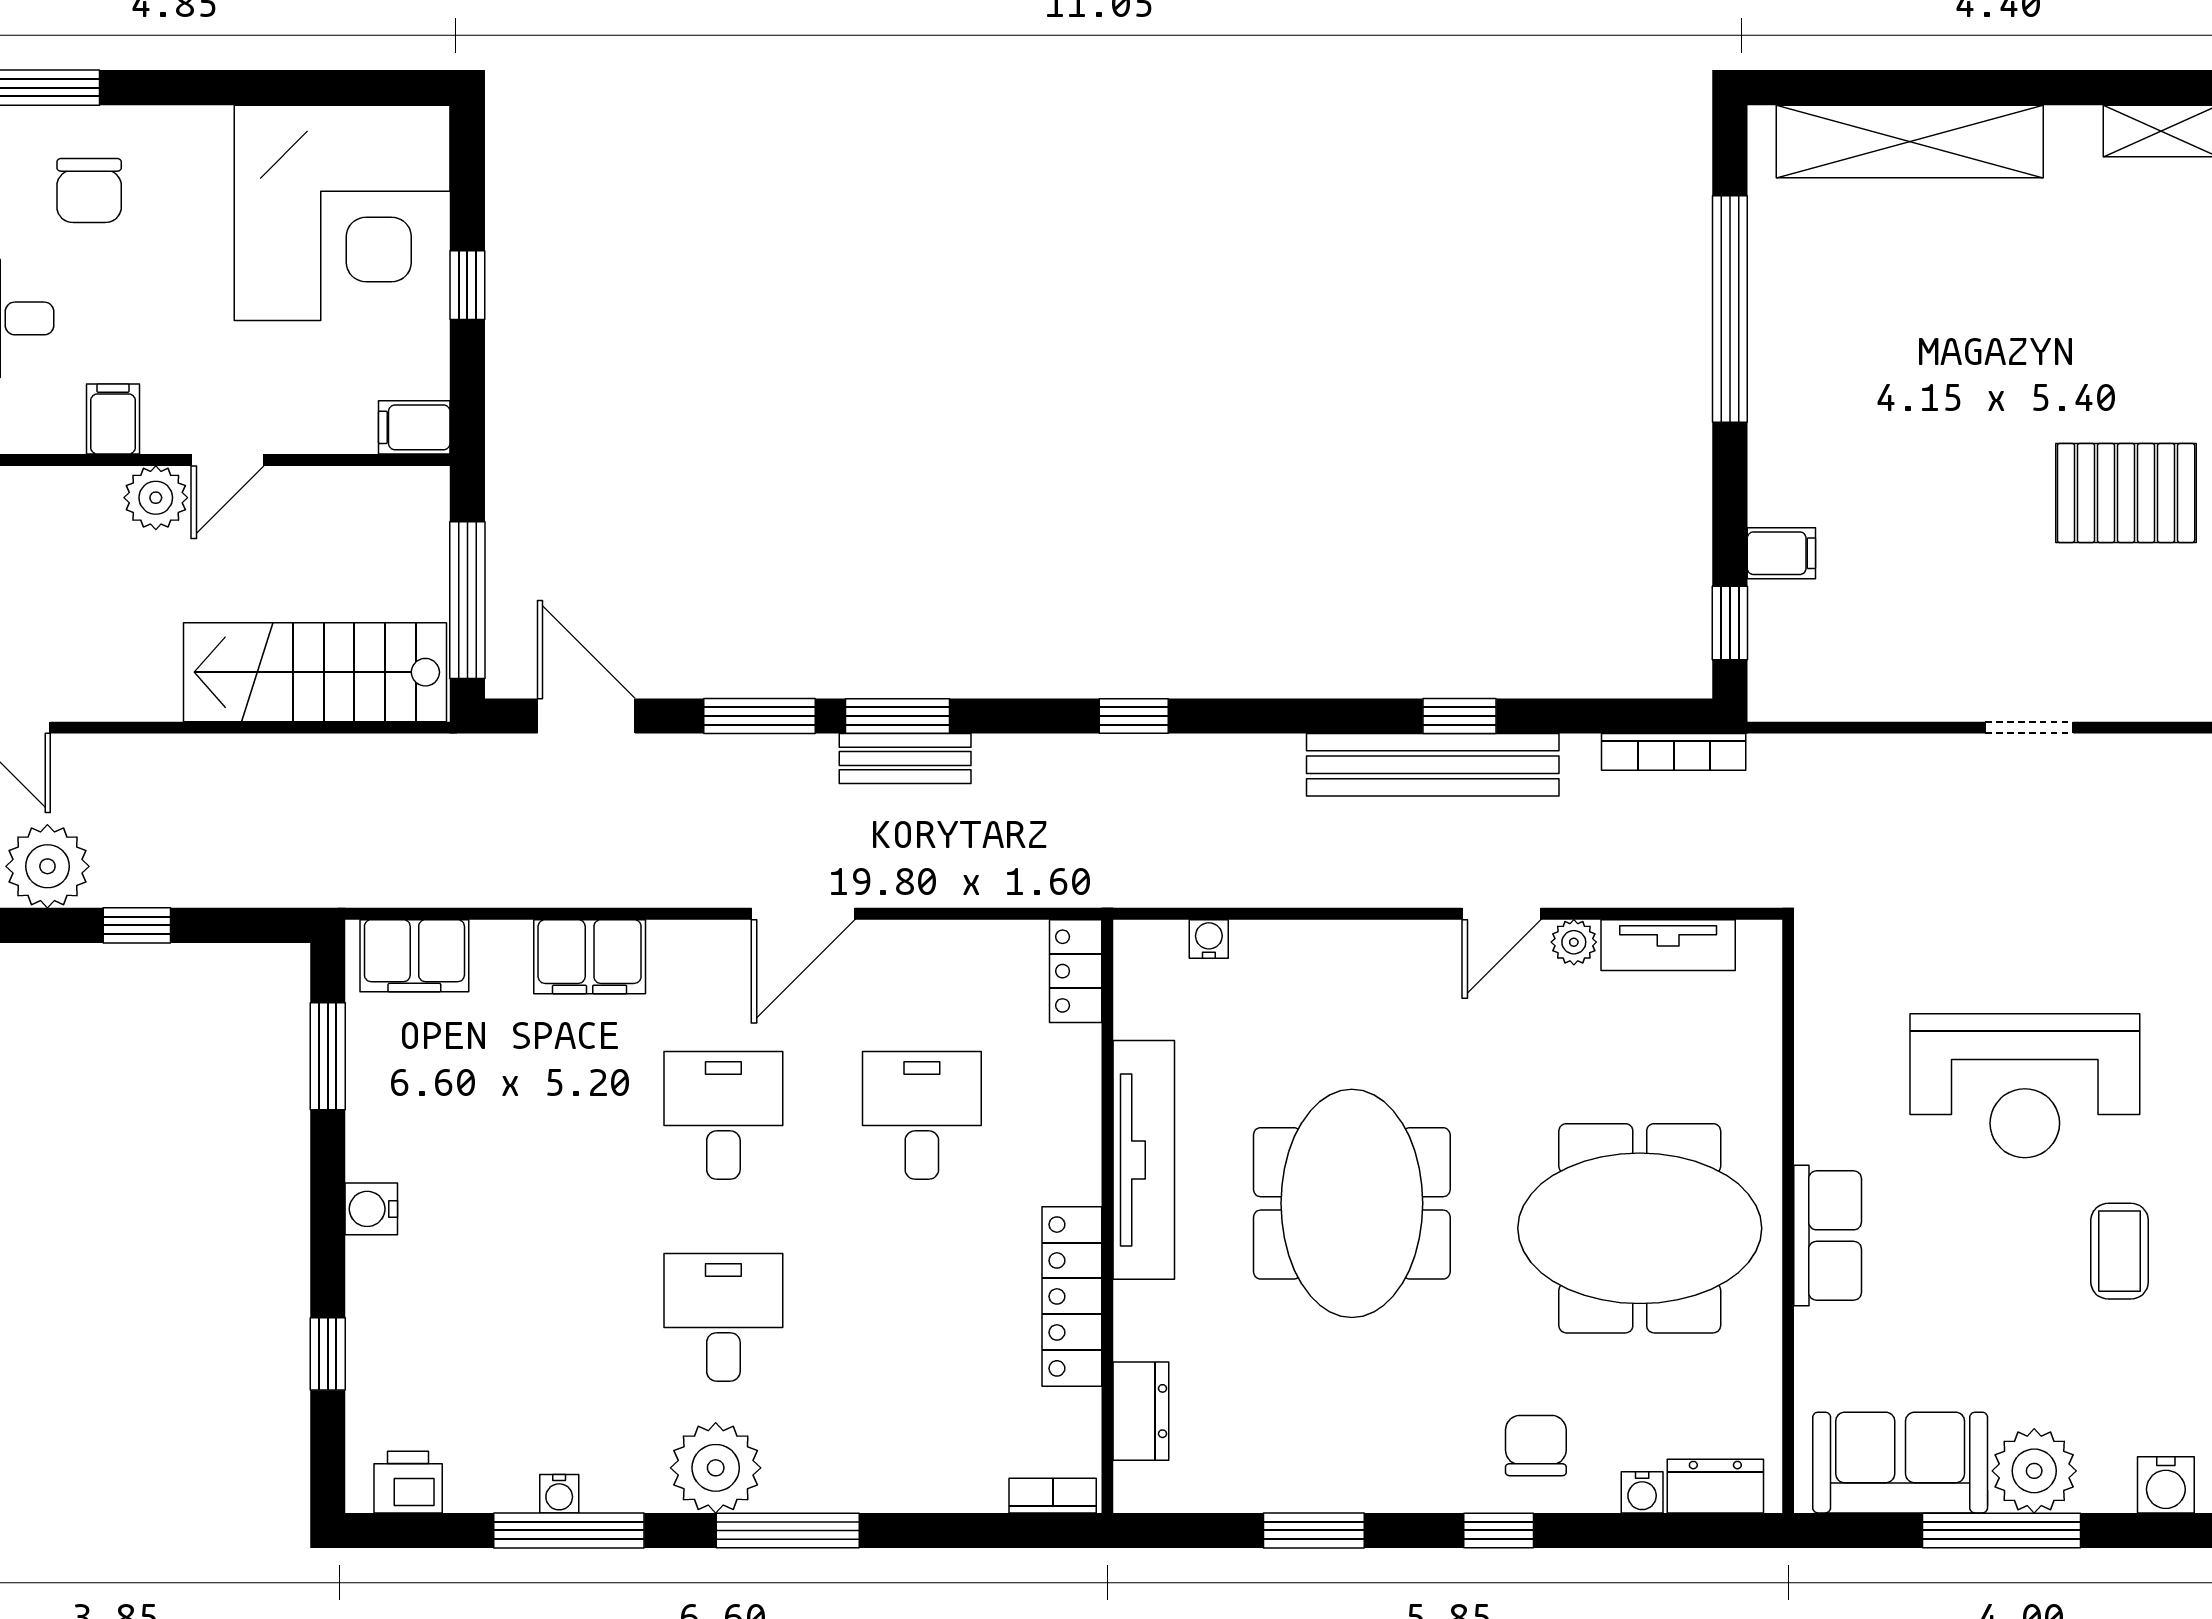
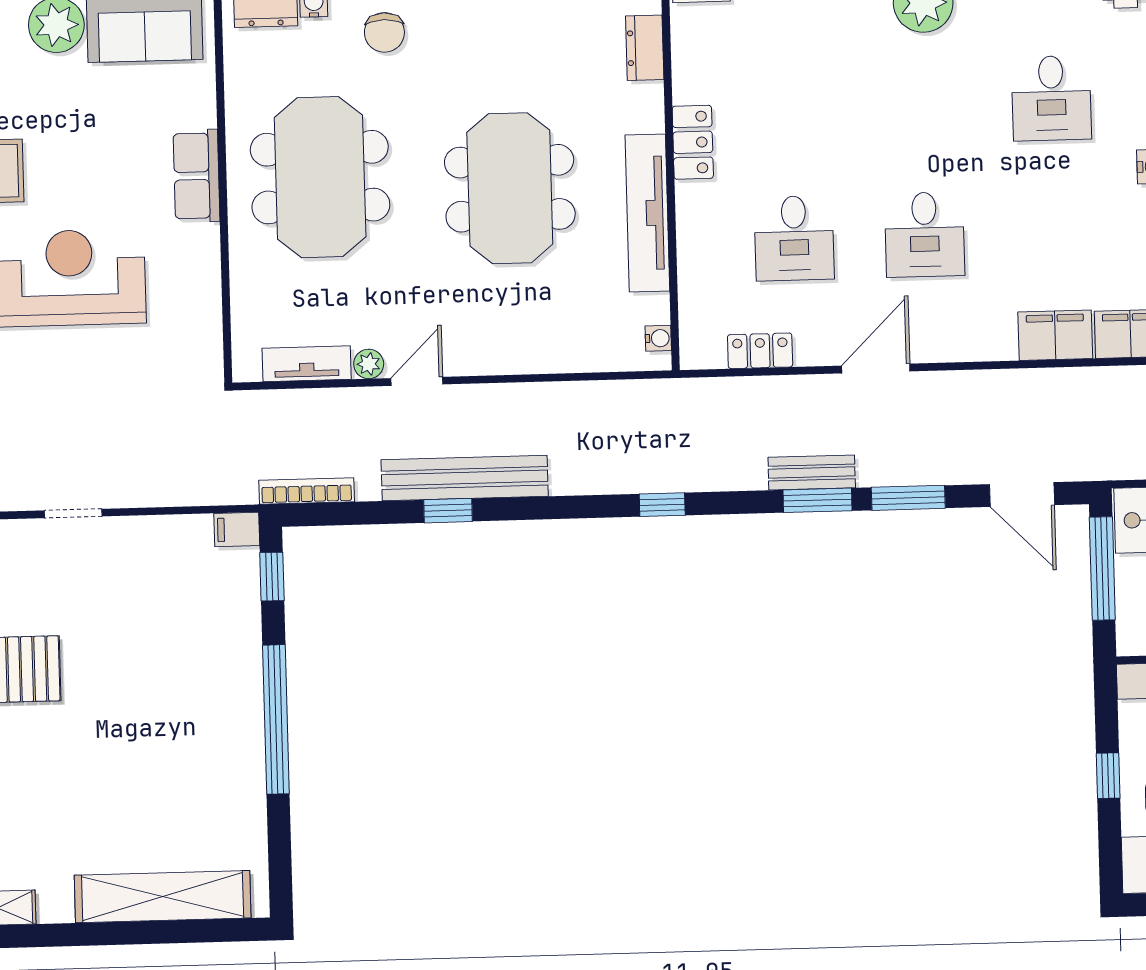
window: (1730, 309) -> (276, 719), moved
filing cabinet: (1781, 553) -> (237, 529), moved
water cooler: (1209, 939) -> (658, 338), moved, turned -90
filing cabinet: (590, 957) -> (1055, 335), moved
locker: (1076, 971) -> (760, 351), moved, turned -90
meeting table: (1640, 1228) -> (320, 177), turned 90
locker: (1072, 1296) -> (693, 142), width x0.66
desk: (723, 1317) -> (1051, 98), moved

